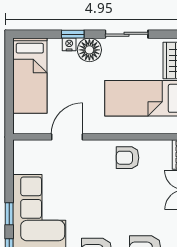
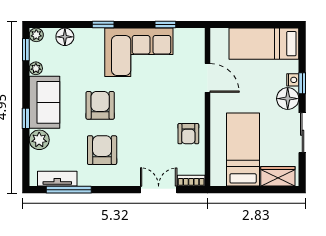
armchair: (128, 158) -> (188, 134), turned 180
window: (9, 214) -> (165, 24), moved

